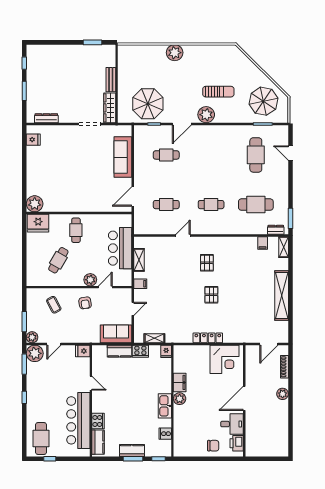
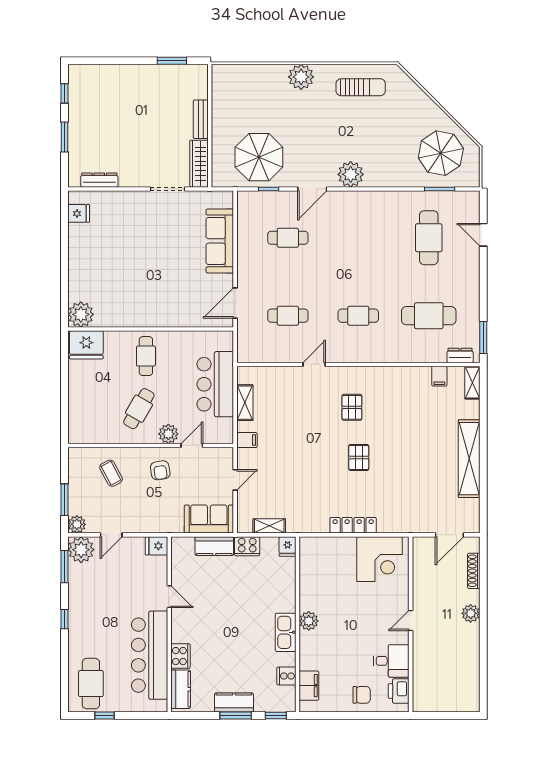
sun lounger: (218, 92) -> (361, 87), moved
cafe table: (58, 260) -> (139, 409), moved
filing cabinet: (180, 382) -> (309, 686), moved
door: (244, 398) -> (411, 621), width x0.53

